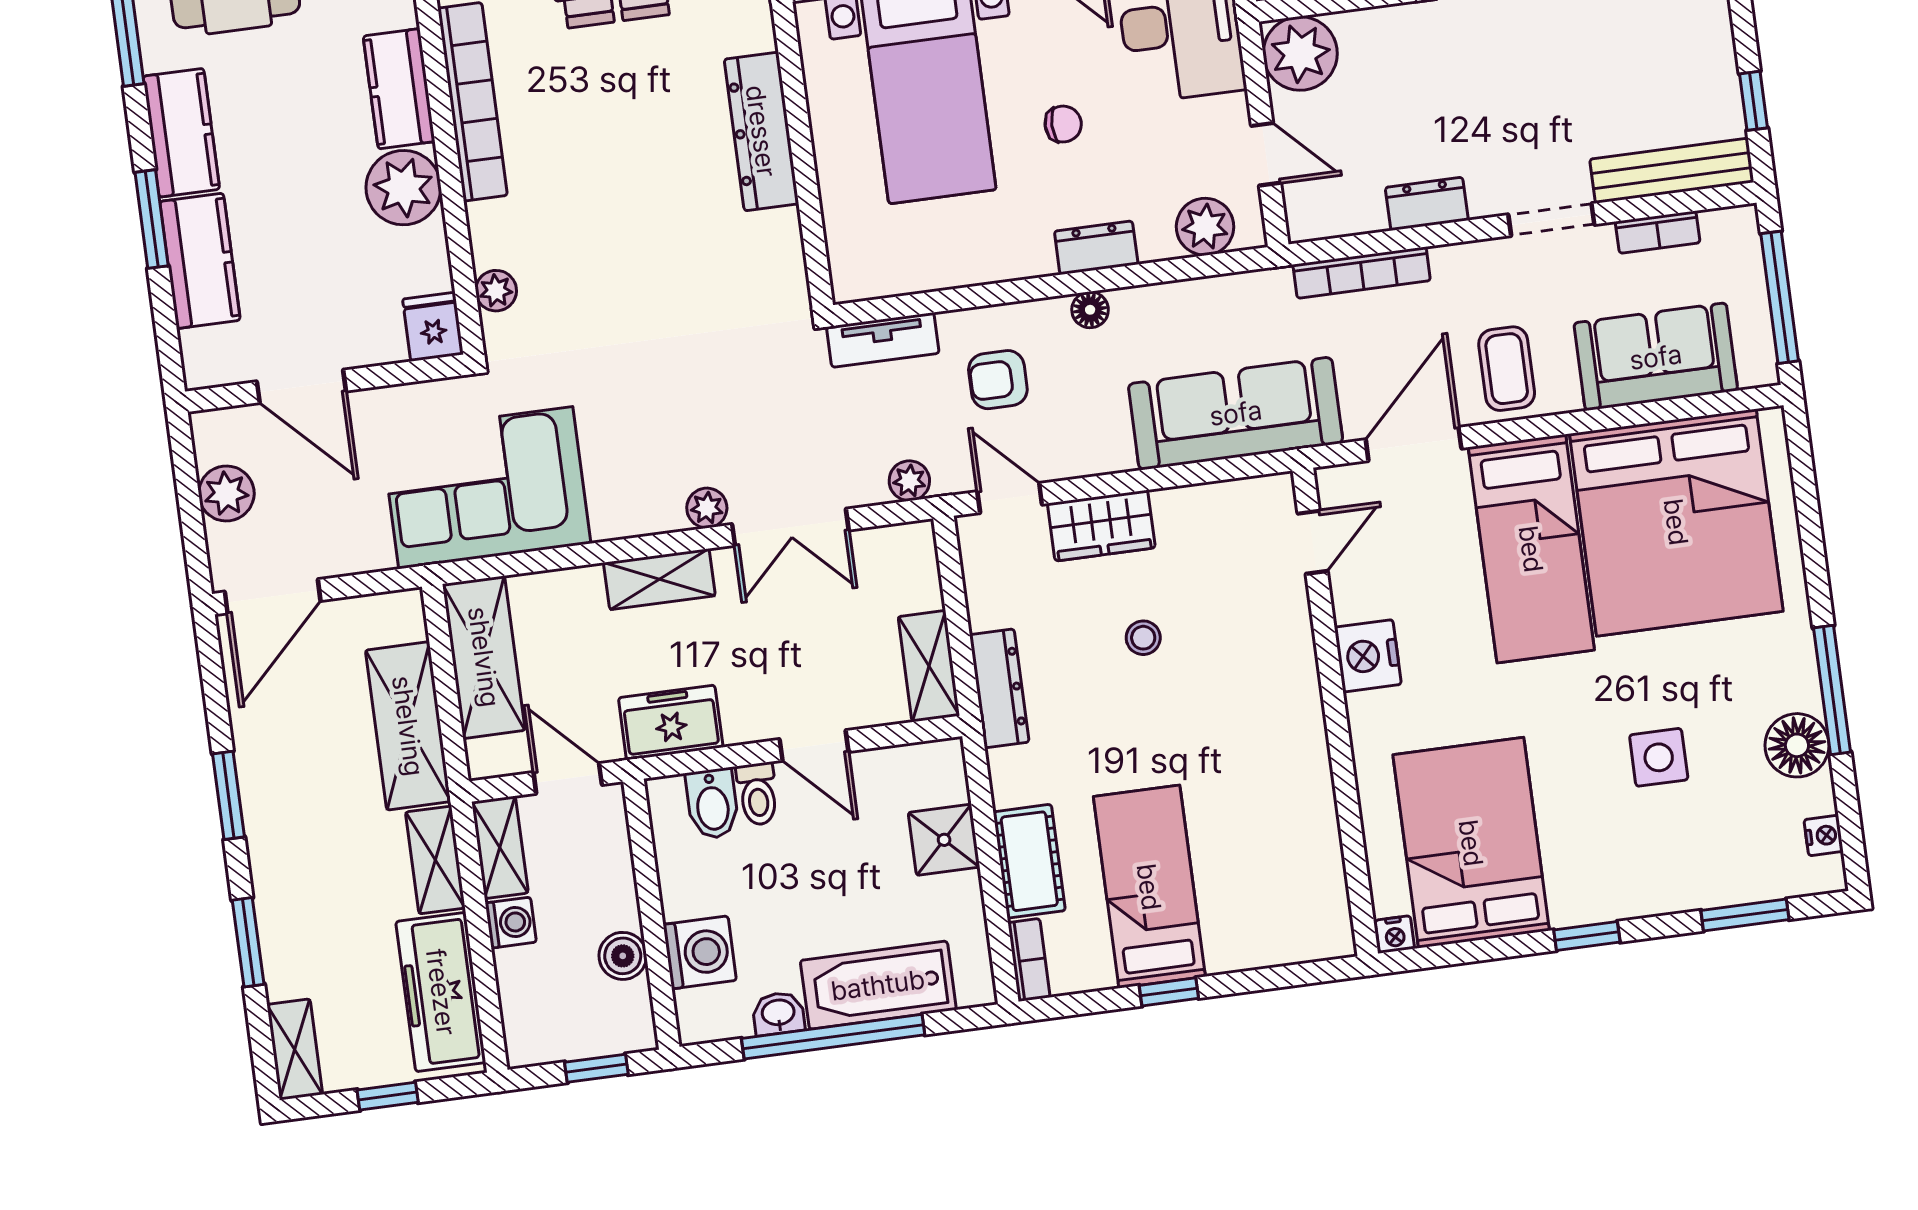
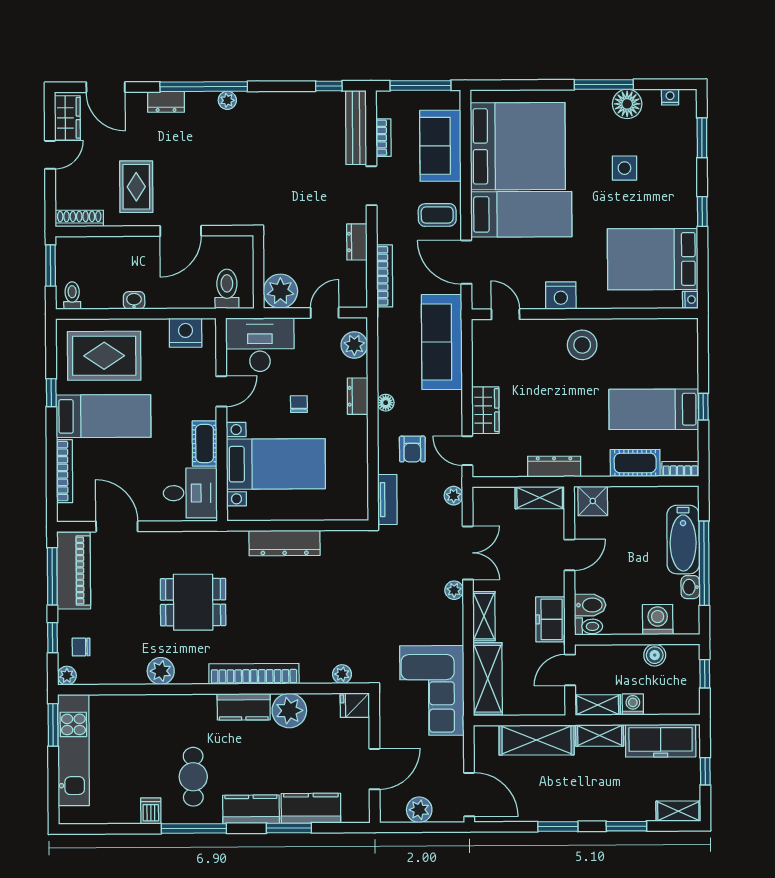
door: (1010, 498) -> (467, 451), hinge flipped
stool: (1143, 638) -> (582, 345), moved, width x1.89, depth x1.89
shelving: (484, 657) -> (488, 679), moved, turned 90
toilet: (758, 794) -> (589, 626), moved
shower: (944, 840) -> (593, 501), moved

